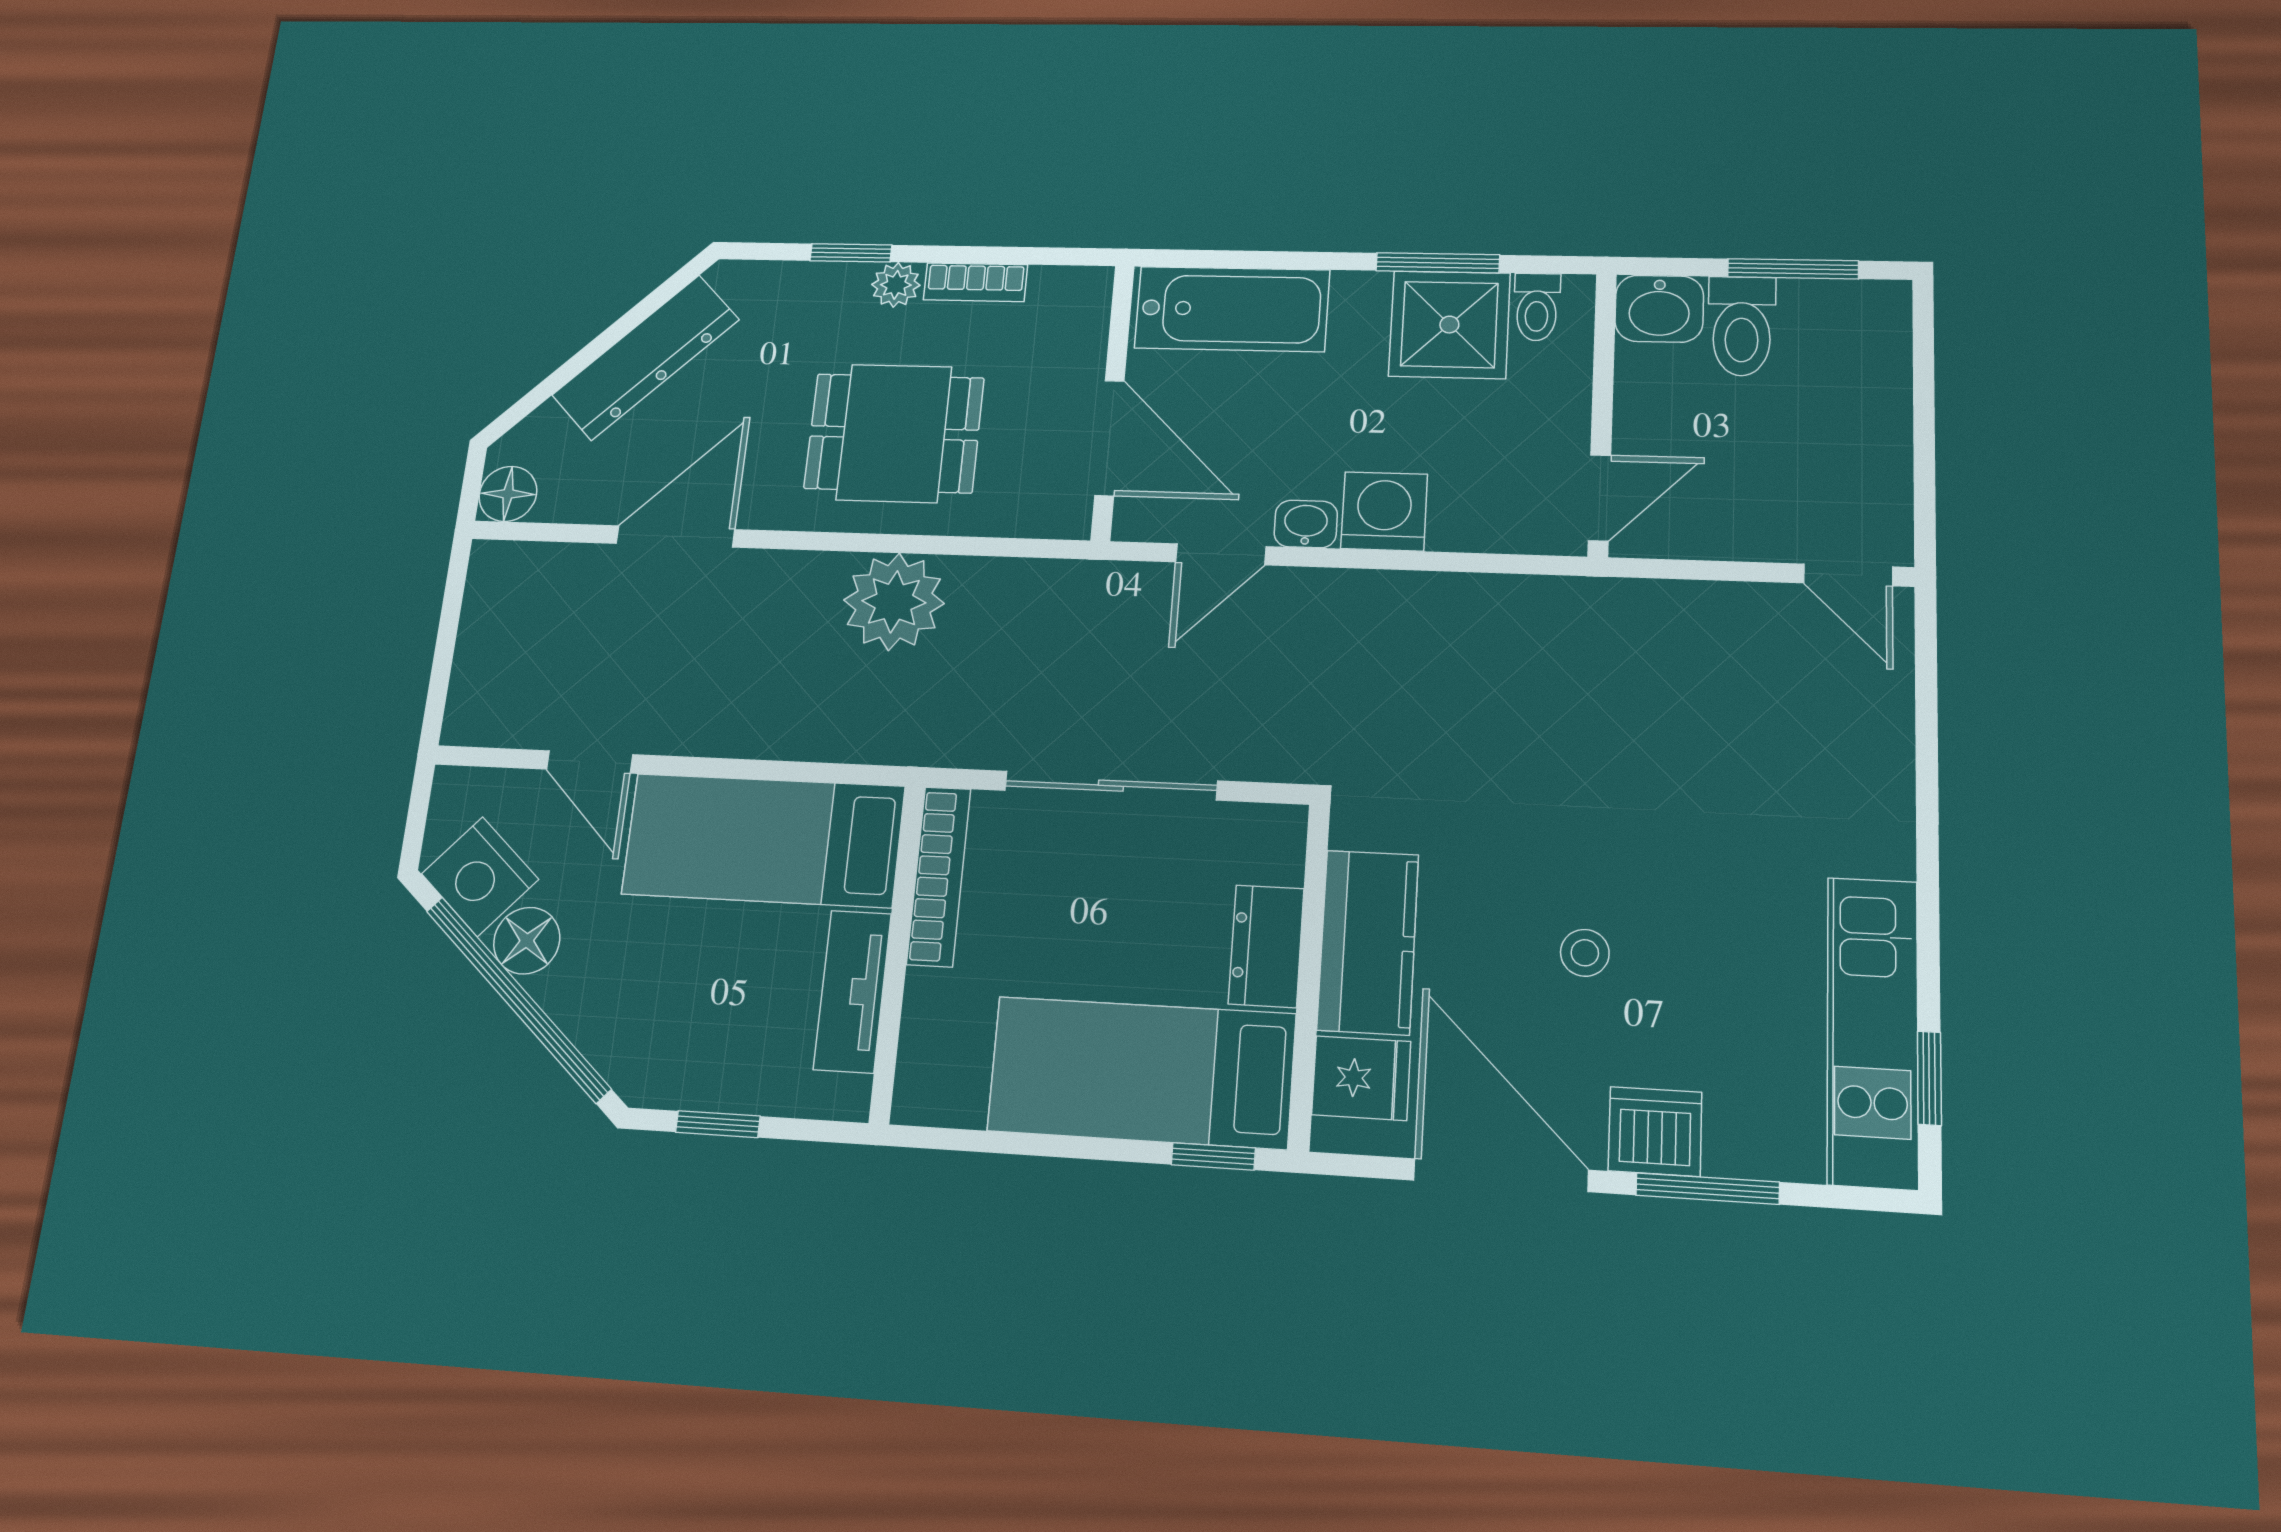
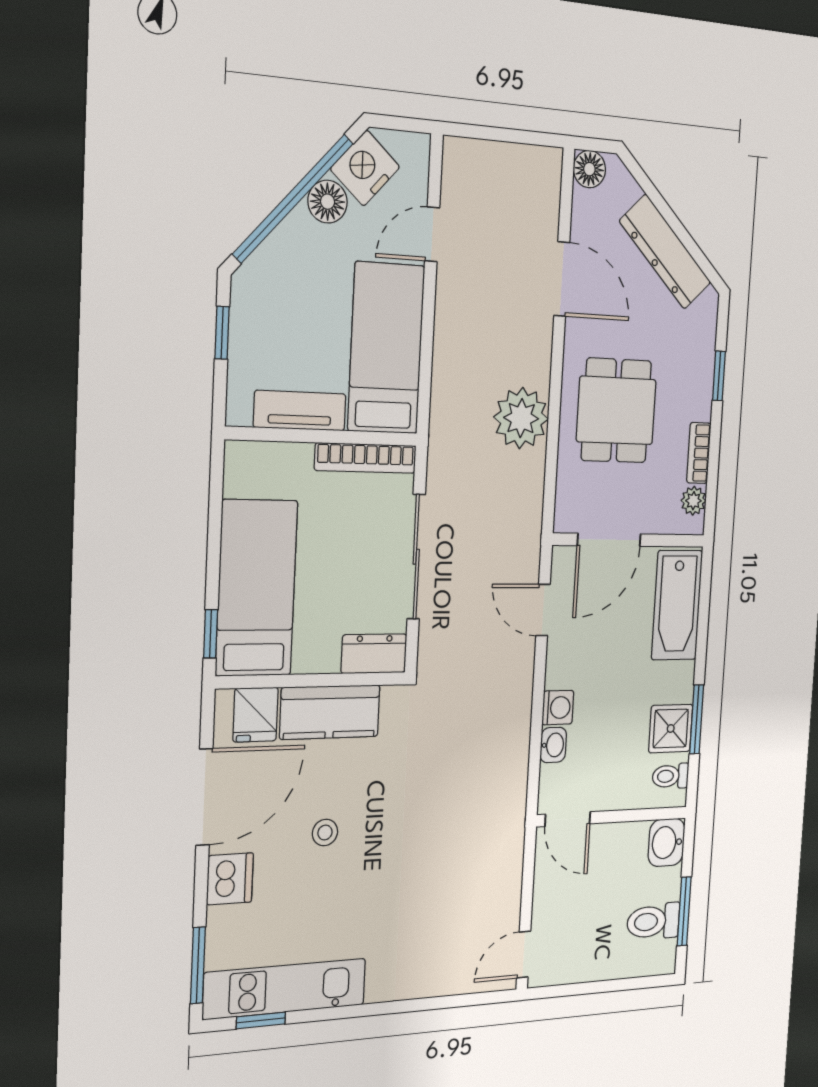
plant: (896, 285) -> (693, 501), moved
shower: (1449, 325) -> (671, 728), width x0.73, depth x0.73
toilet: (1742, 326) -> (653, 921), moved
washing machine: (1384, 511) -> (558, 708), width x0.73, depth x0.73
washbasin: (1306, 524) -> (553, 745), moved
dresser: (1266, 946) -> (374, 654), moved
window: (1708, 1189) -> (198, 965), moved

